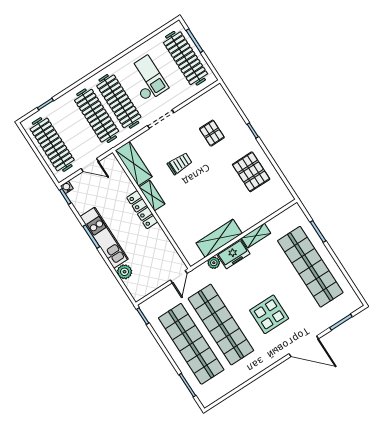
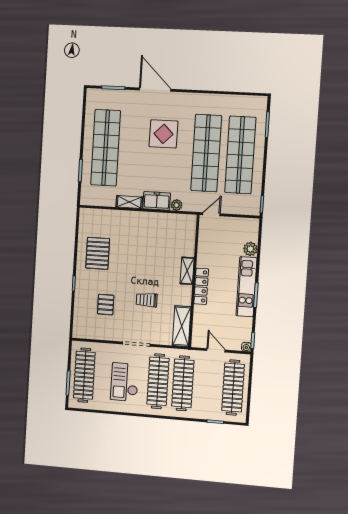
shelving: (152, 196) -> (187, 271), moved
shelving: (219, 238) -> (159, 221), removed

